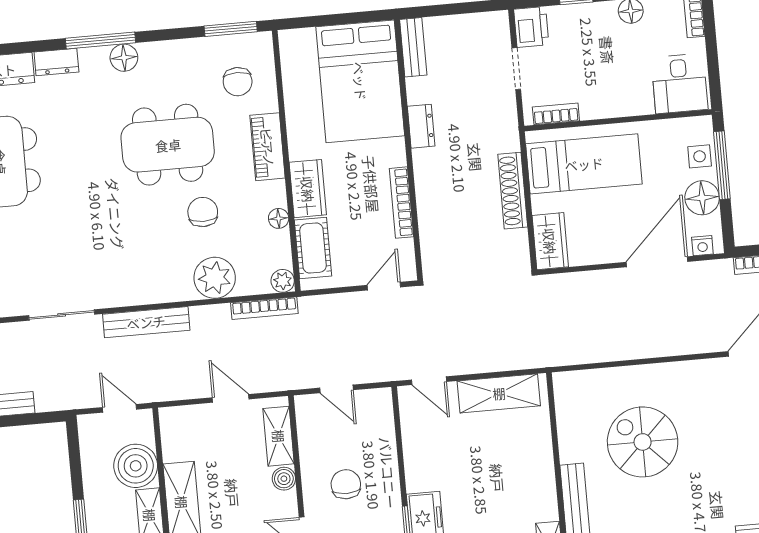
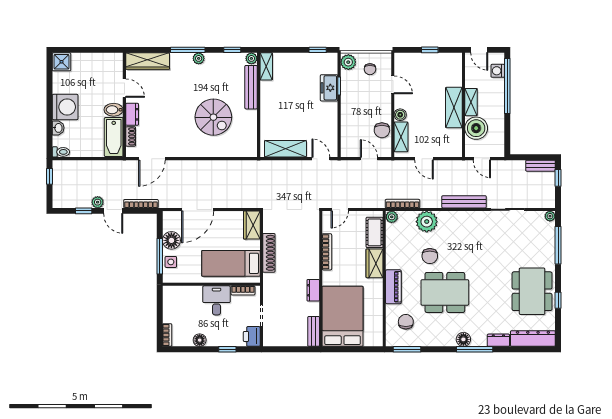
desk: (680, 84) -> (216, 300), moved
floor lamp: (279, 218) -> (391, 249), removed
nightstand: (702, 246) -> (173, 216), removed
chair: (346, 484) -> (382, 130), moved

